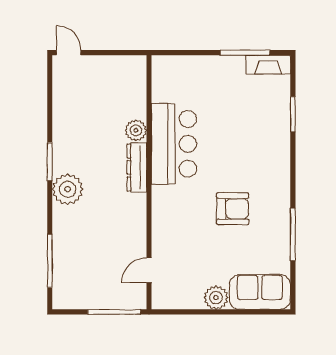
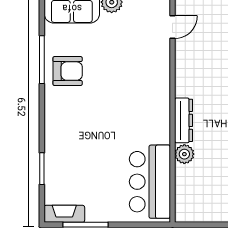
bar counter: (174, 144) -> (150, 182), moved
armchair: (233, 209) -> (68, 71), moved, turned 180

